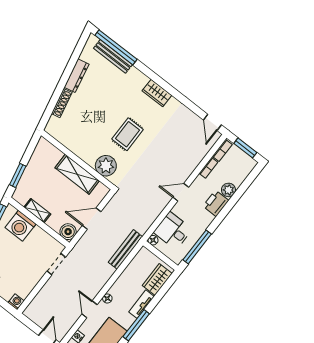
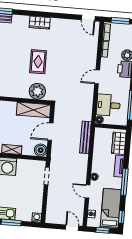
shelving: (77, 174) -> (34, 110), moved

